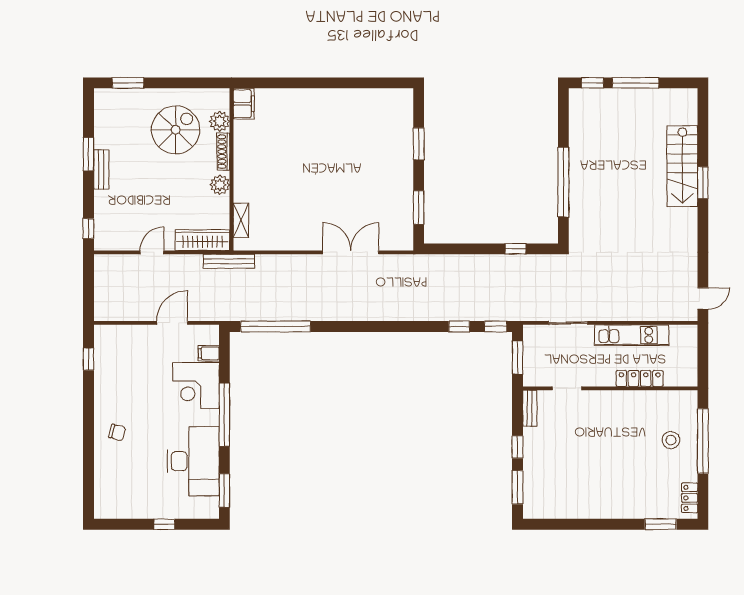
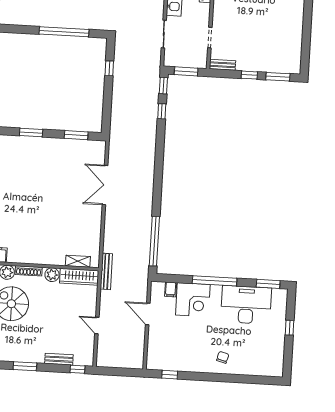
bench: (101, 169) -> (59, 359), moved
wardrobe: (203, 240) -> (79, 277), moved, turned -90

